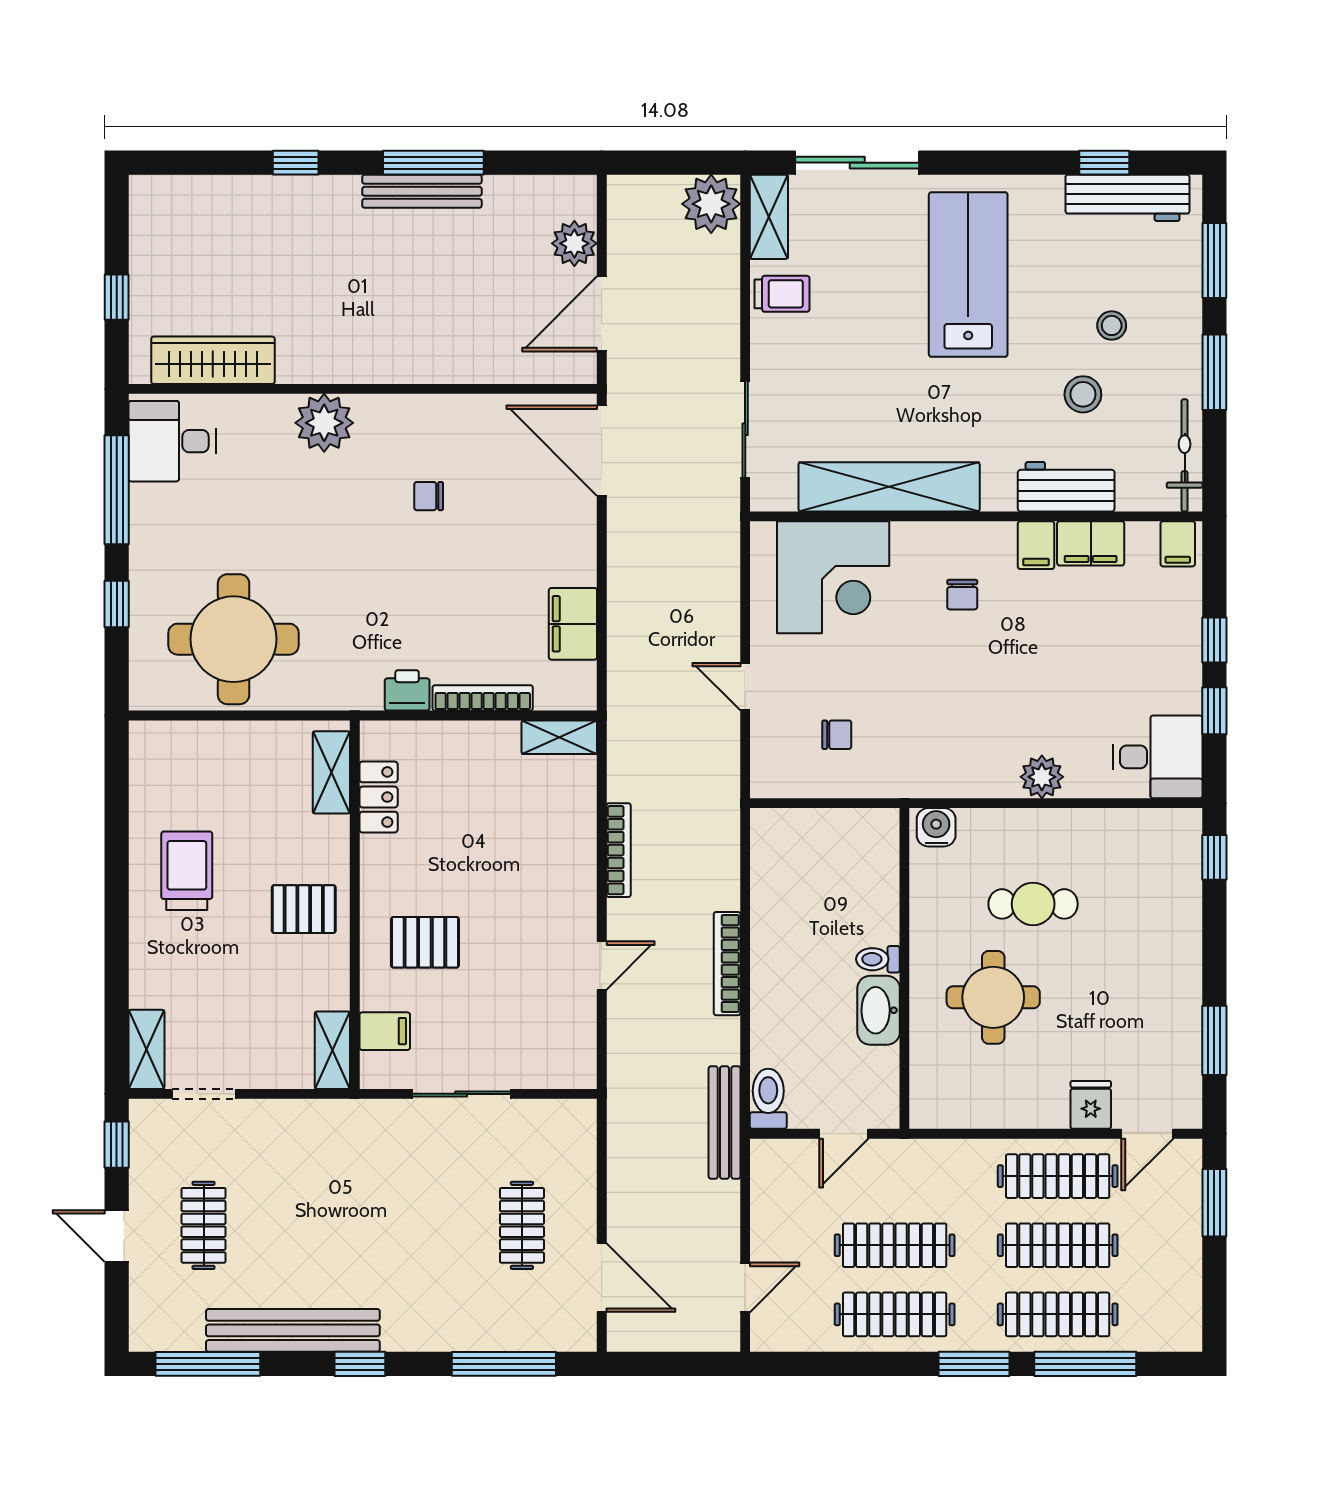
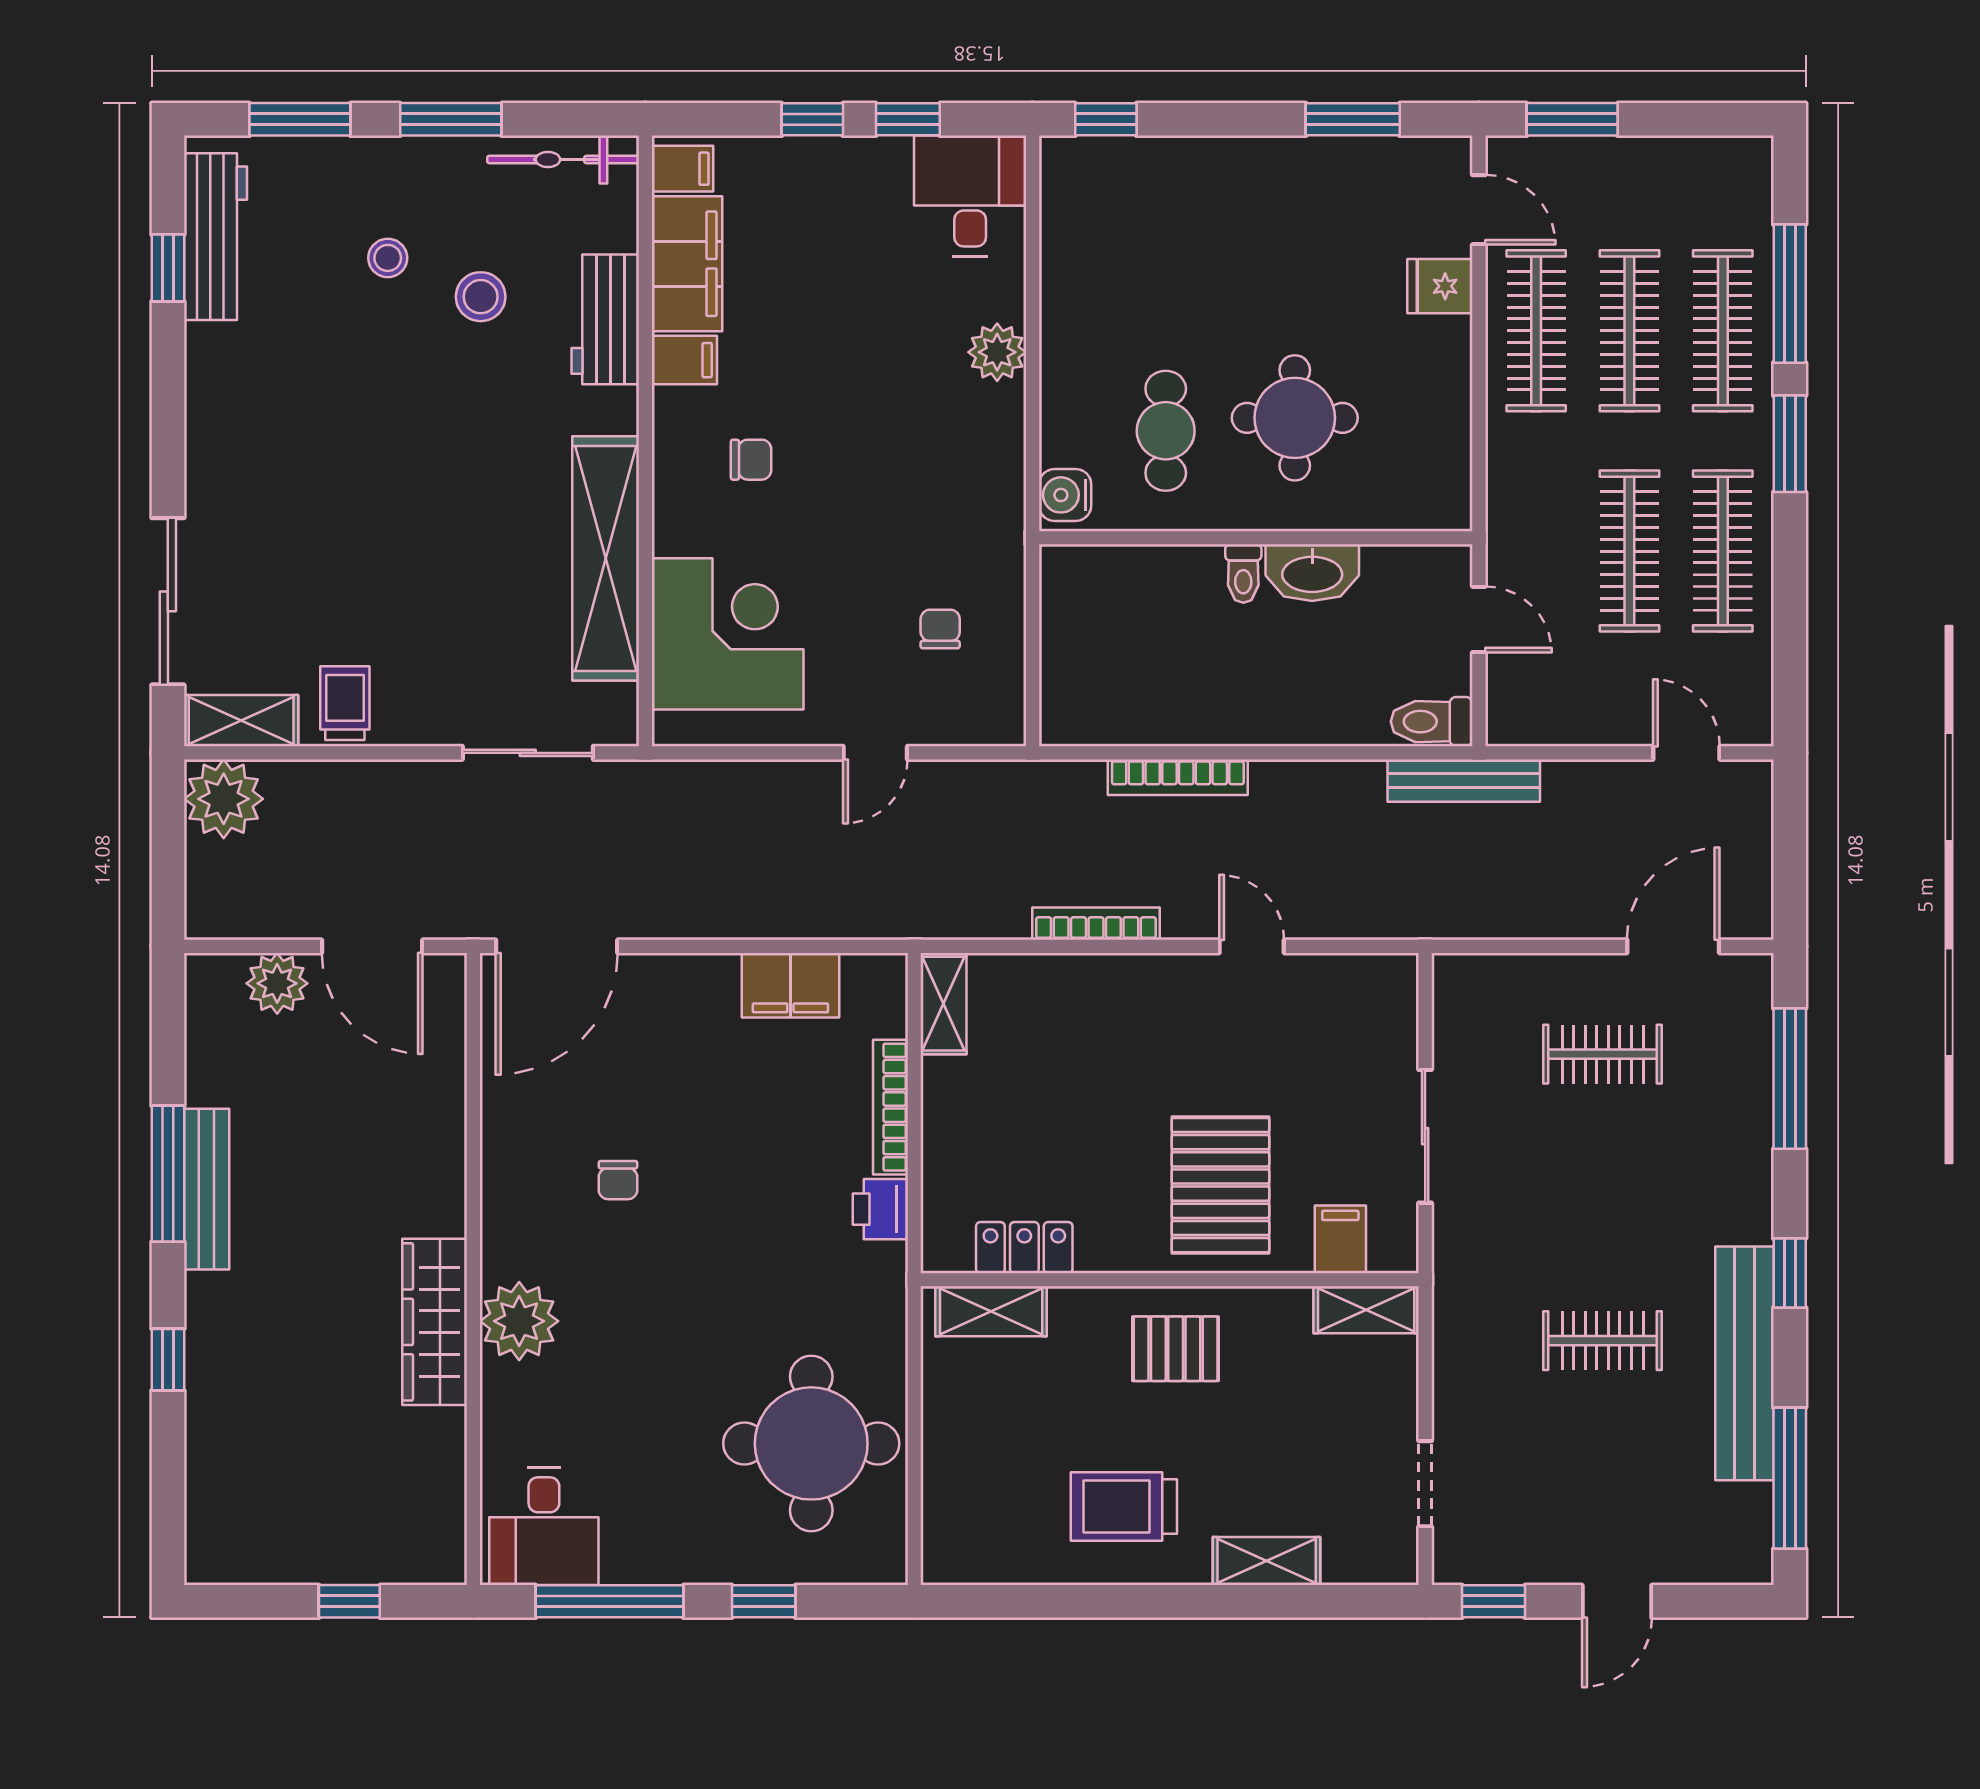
lab bench: (968, 275) -> (319, 452), removed
wardrobe: (213, 360) -> (435, 1322), moved
filing cabinet: (1091, 543) -> (687, 264), width x1.50, depth x1.17
cafe table: (1033, 904) -> (1166, 431), moved
pallet: (304, 909) -> (1176, 1349), turned 90
pallet: (425, 942) -> (1220, 1185), width x1.50, depth x1.42
bookcase: (727, 964) -> (1178, 777), moved
shelving: (146, 1049) -> (1267, 1561), moved
clothes rail: (204, 1225) -> (1603, 1341), moved

